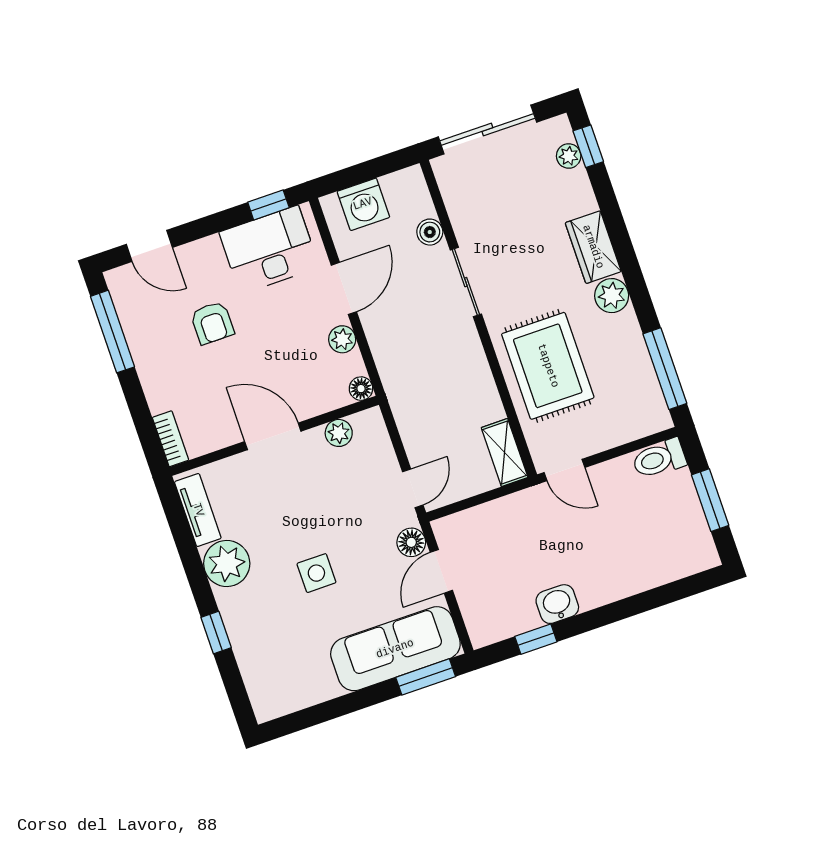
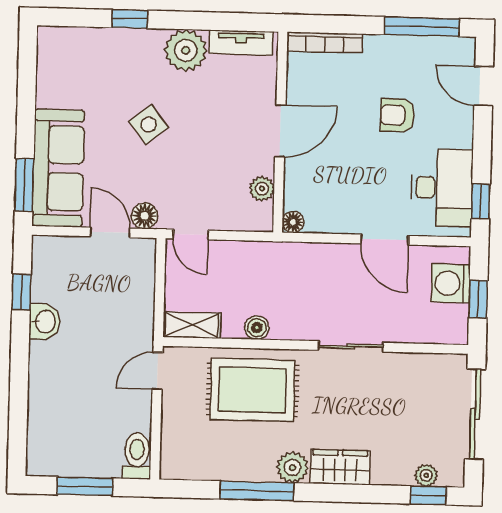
window: (369, 170) -> (478, 299), added
boiler: (430, 232) -> (257, 328), moved
door: (149, 246) -> (484, 86), hinge flipped
plant: (342, 339) -> (341, 222), removed
window: (665, 369) -> (257, 491), moved
bookcase: (171, 439) -> (325, 42), width x1.56
side table: (316, 573) -> (149, 124), turned -38

